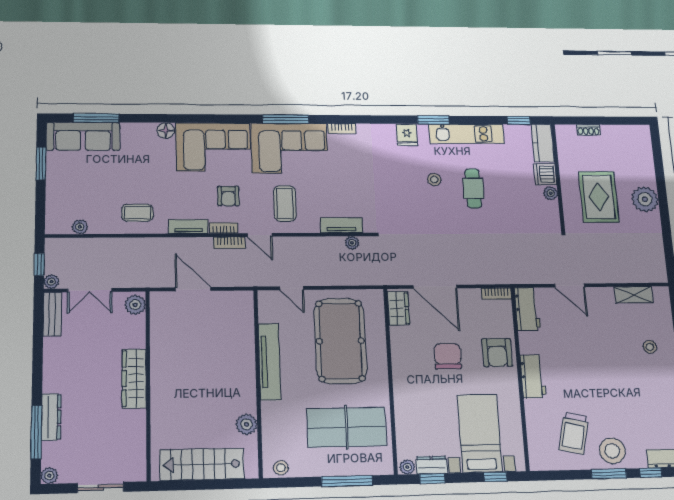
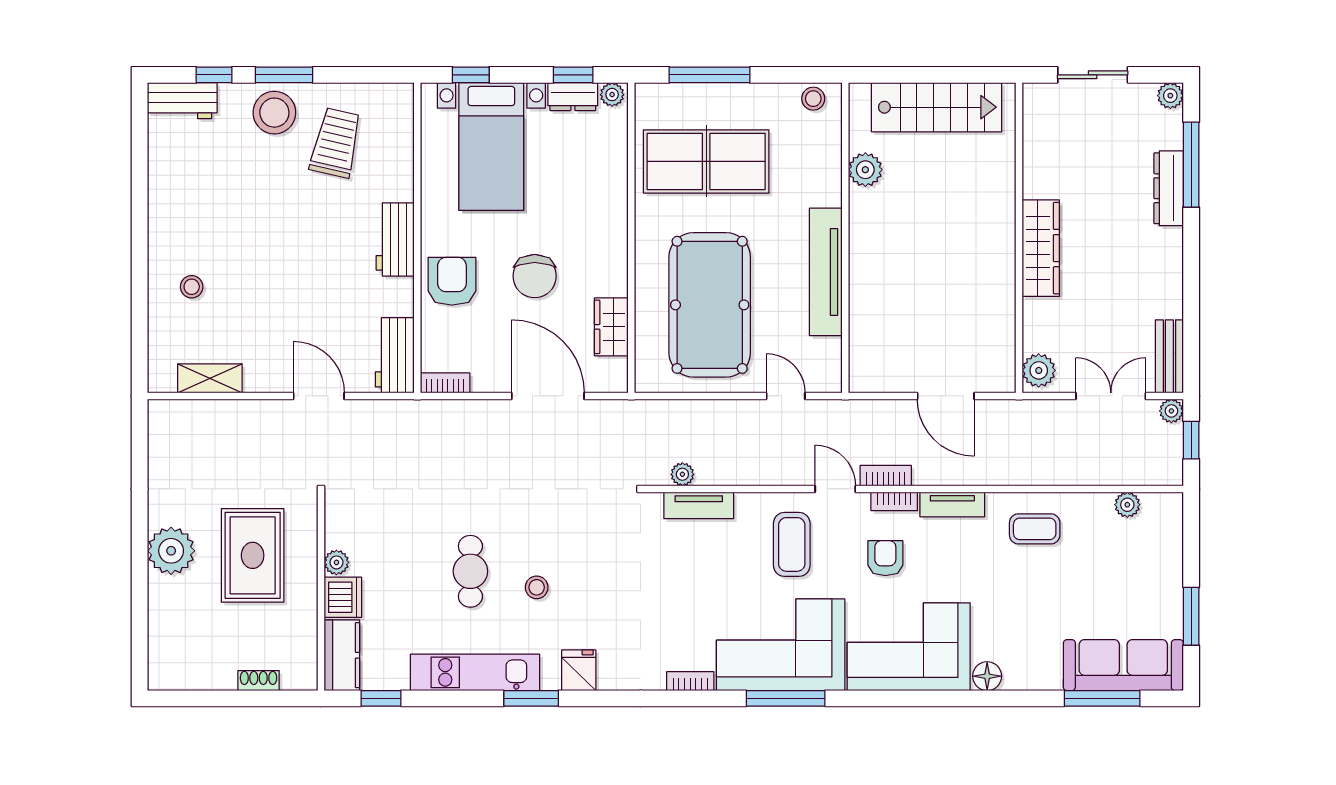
wardrobe: (398, 308) -> (611, 327), moved

